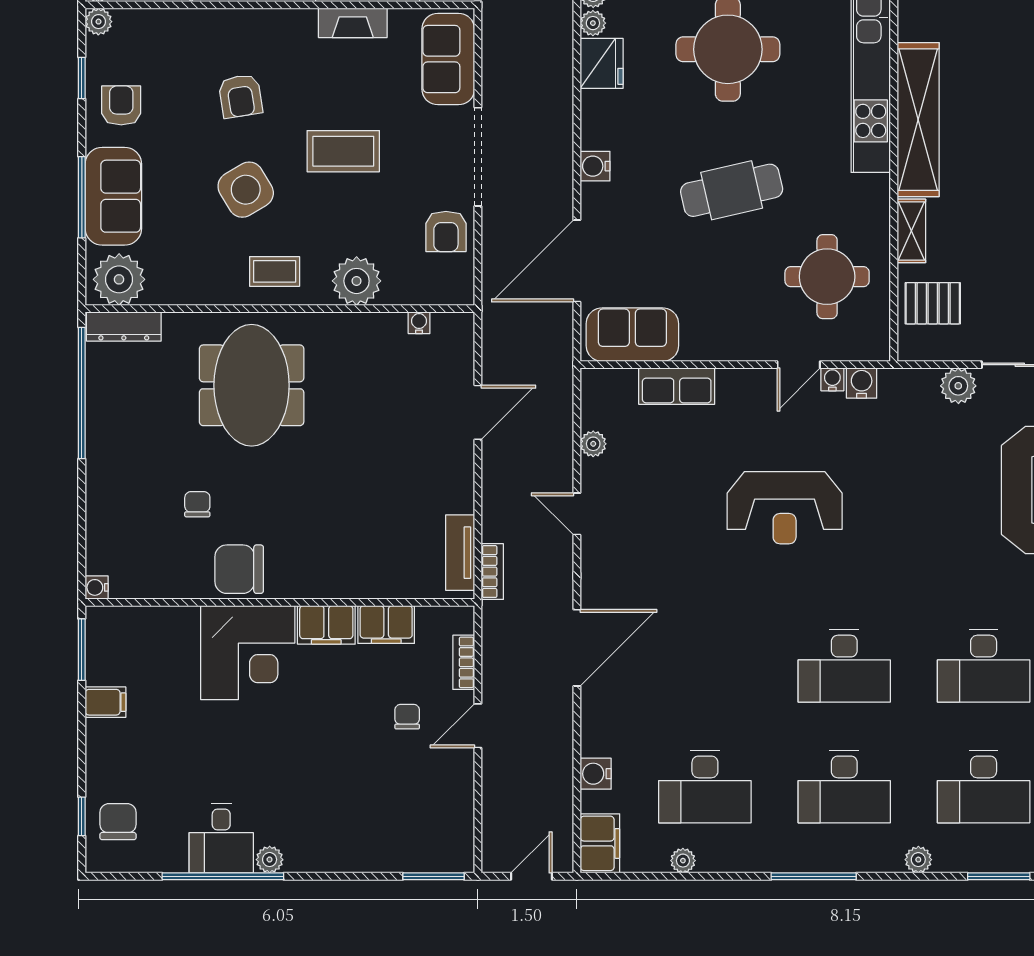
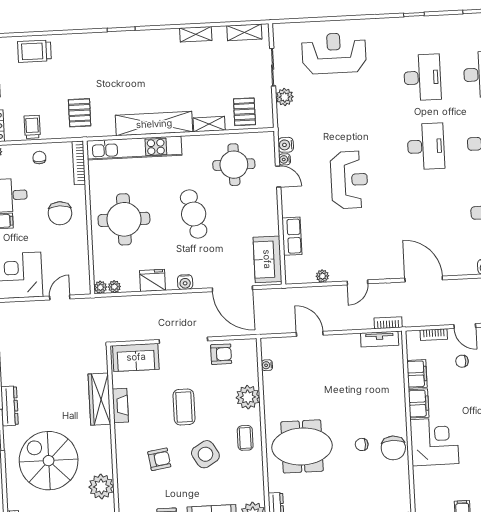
fridge: (602, 63) -> (152, 280), moved
chair: (197, 504) -> (362, 444), moved

